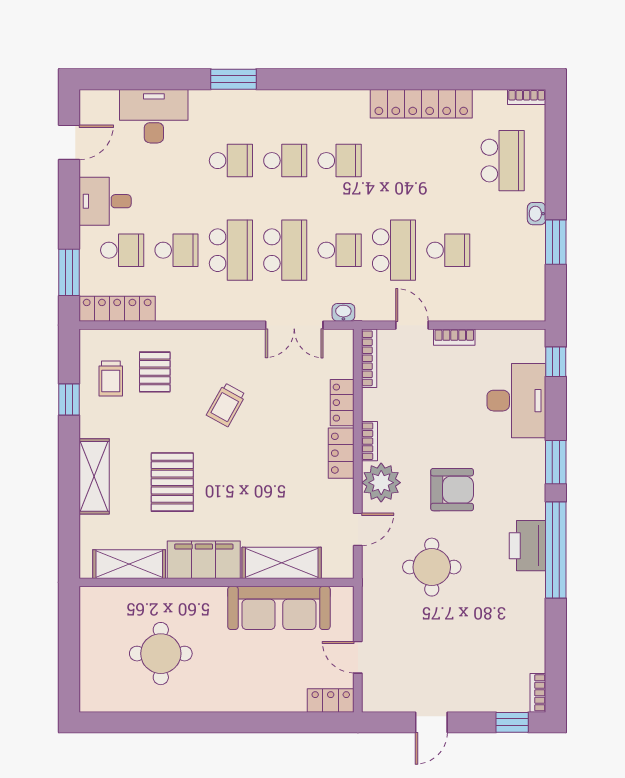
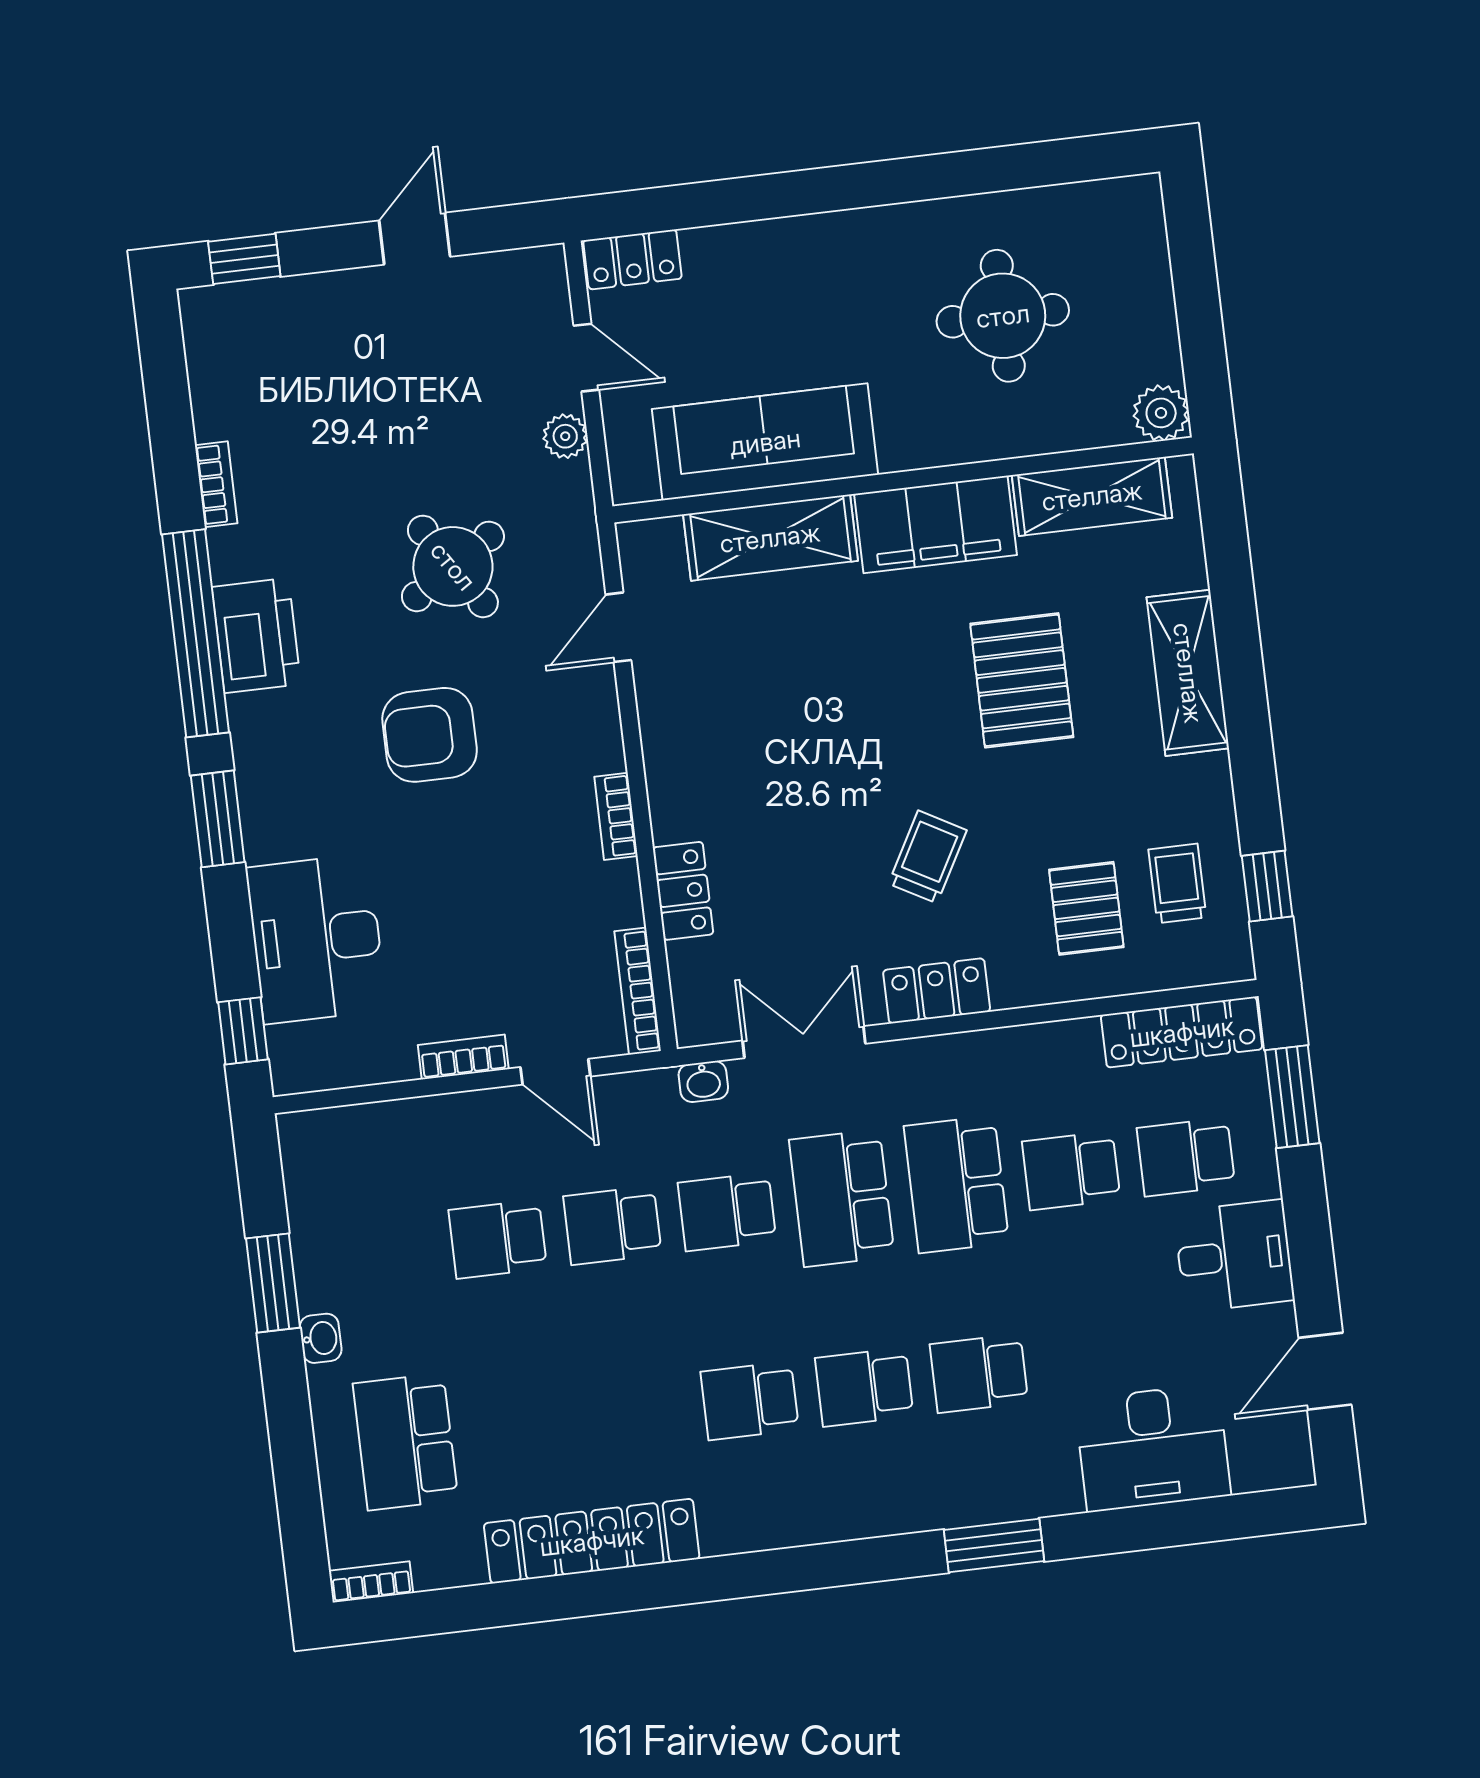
school desk: (394, 250) -> (612, 1225), width x0.54
window: (69, 400) -> (1267, 886), moved
locker: (341, 453) -> (937, 991), moved, turned -90
plant: (381, 483) -> (565, 436), moved, width x0.53, depth x0.53
round table: (432, 567) -> (453, 566), turned -33
plant: (92, 599) -> (1161, 413), added
bookcase: (538, 693) -> (216, 484), moved

